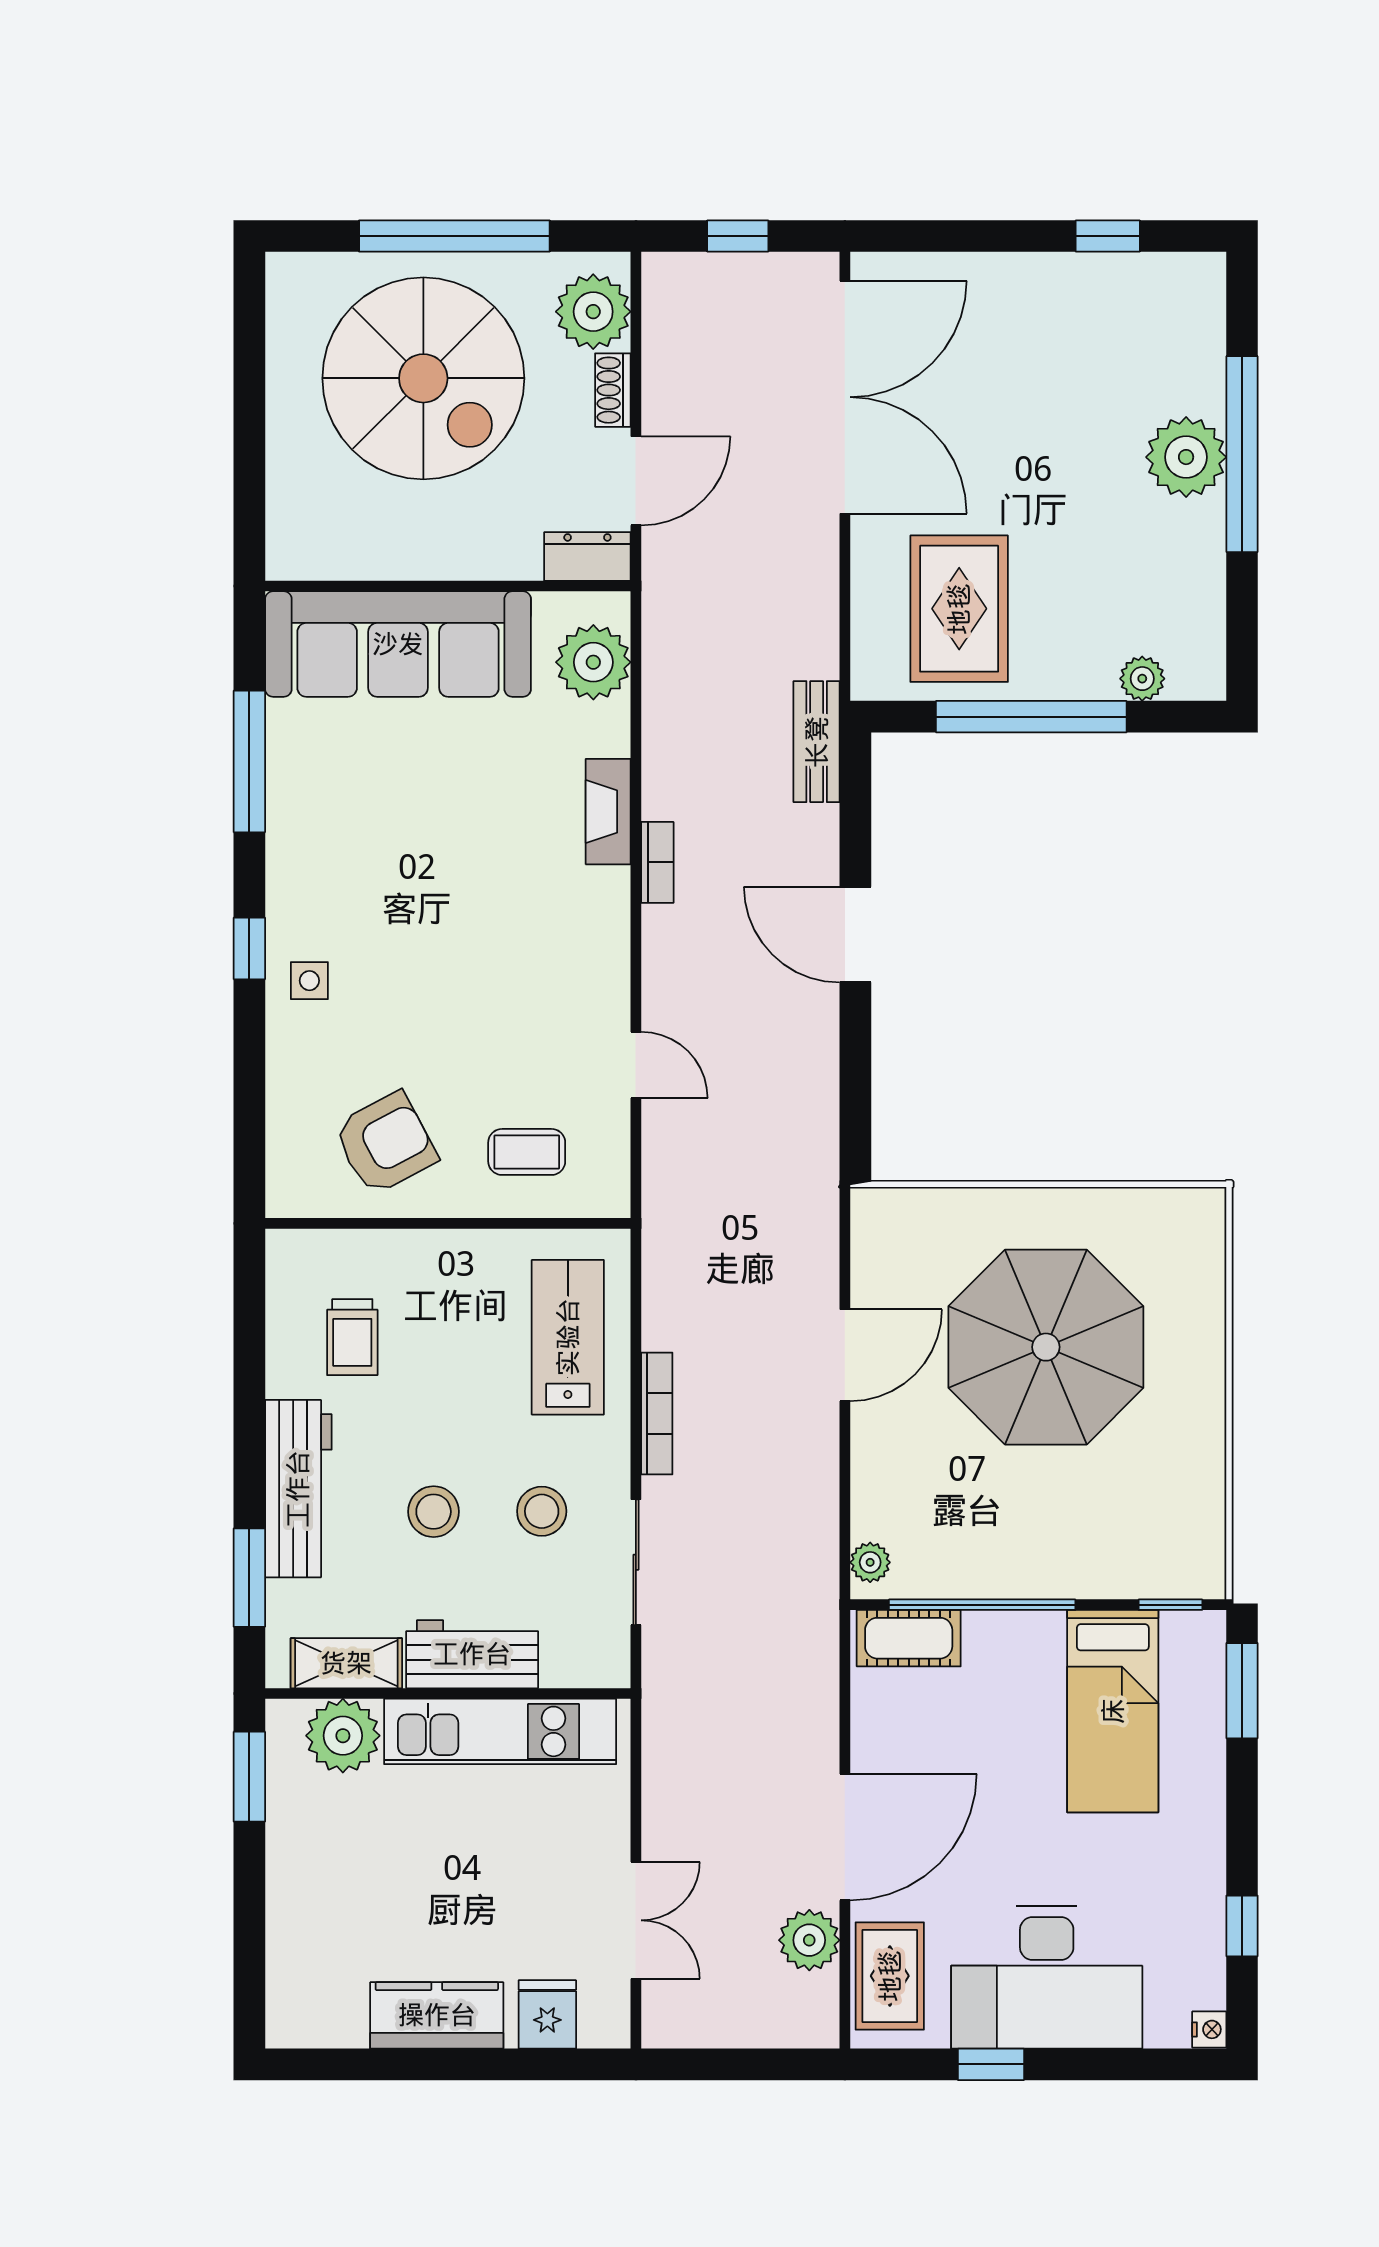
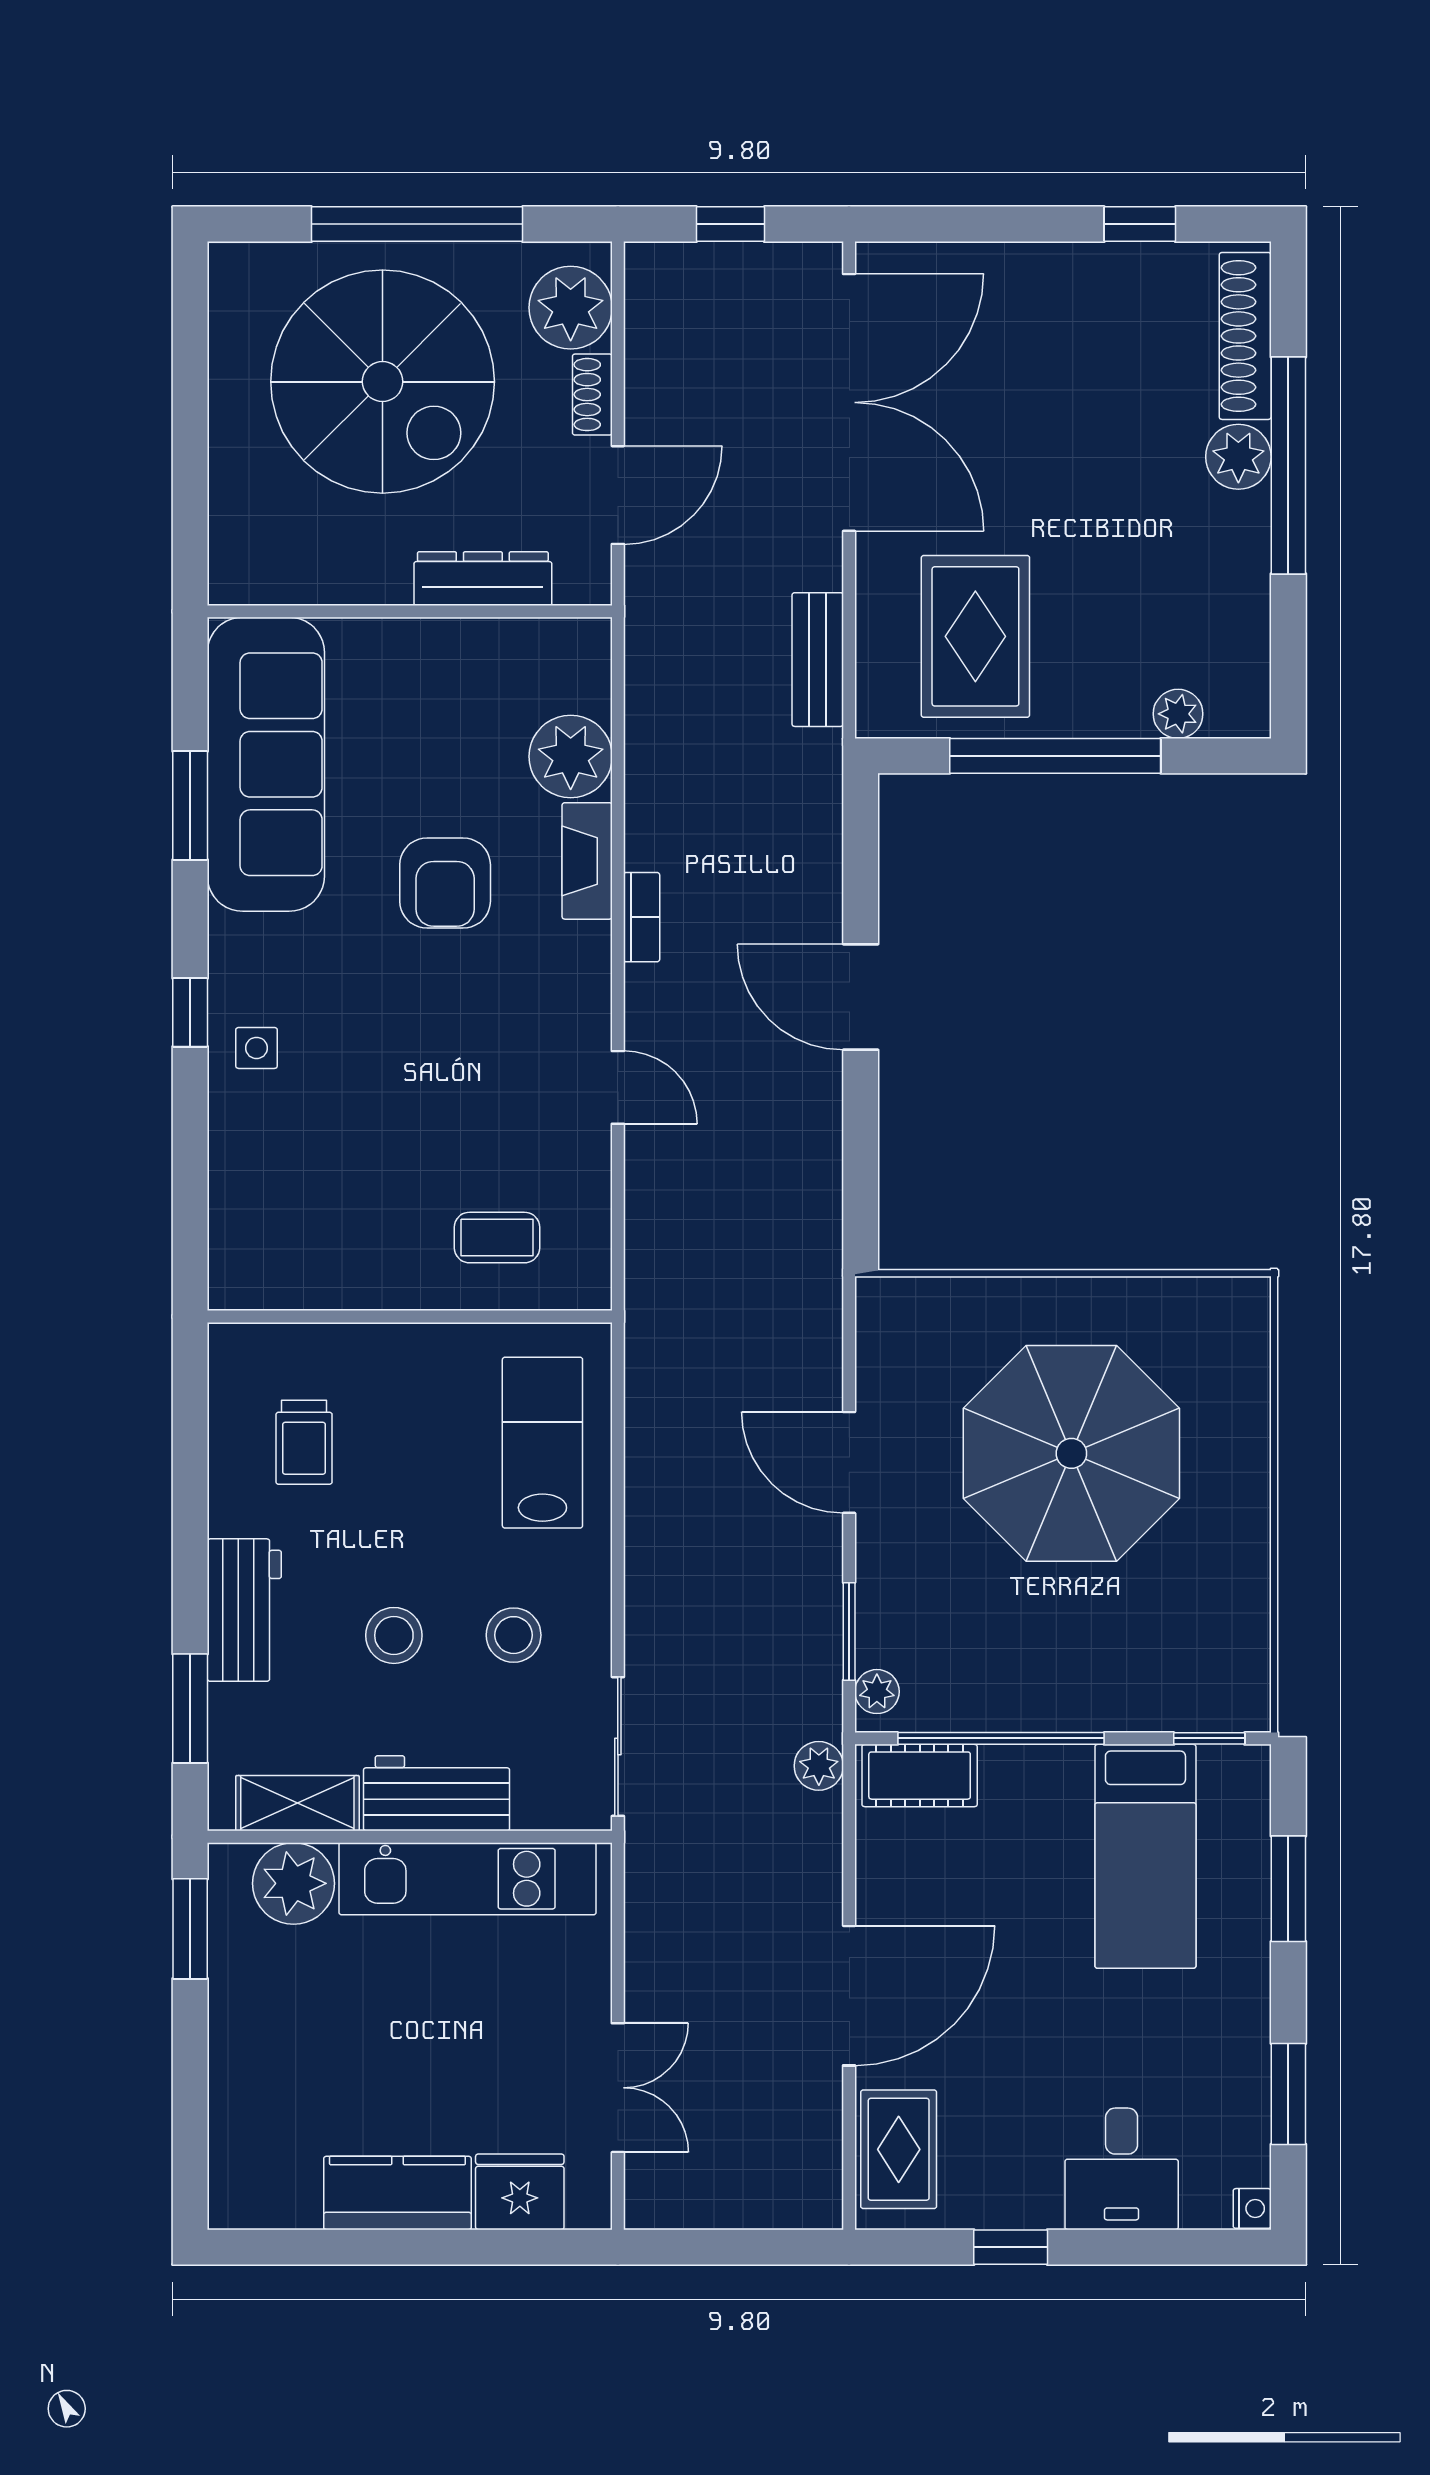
shoe rack: (1203, 337) -> (1245, 336), added
plant: (1186, 457) -> (1238, 457), width x0.73, depth x0.73
dresser: (587, 556) -> (483, 579), moved, width x1.44
sofa: (398, 644) -> (266, 764), moved, turned -90
plant: (593, 662) -> (571, 756), moved
bench: (817, 742) -> (818, 660), moved
window: (249, 761) -> (190, 805), width x0.69
door: (636, 1065) -> (618, 1087), moved
armchair: (385, 1143) -> (445, 883), moved, turned 118
door: (845, 1355) -> (849, 1462), swing flipped
bookcase: (657, 1413) -> (641, 1527), removed
workbench: (298, 1489) -> (244, 1610), width x0.73
window: (845, 1508) -> (849, 1631), added
sliding door: (636, 1562) -> (618, 1746), moved
window: (1242, 1691) -> (1288, 1889), moved
window: (1242, 1926) -> (1288, 2094), width x1.50
plant: (809, 1940) -> (819, 1766), moved, width x0.73, depth x0.73
desk: (1047, 1977) -> (1122, 2169), width x0.53, depth x0.77
fridge: (547, 2014) -> (520, 2192), width x1.38

